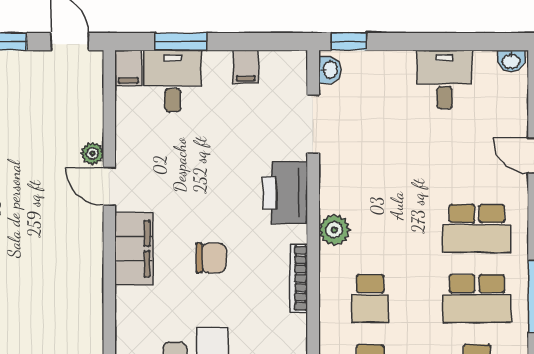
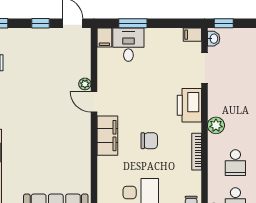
filing cabinet: (246, 67) -> (192, 35), moved, turned 90

